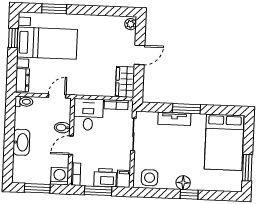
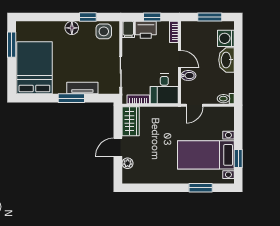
plant: (131, 24) -> (128, 163), moved
dresser: (22, 80) -> (228, 119), removed
door: (71, 145) -> (179, 59), hinge flipped
washing machine: (60, 176) -> (226, 38), moved, turned 90
window: (98, 191) -> (152, 17), width x0.67
window: (189, 194) -> (88, 17), moved

